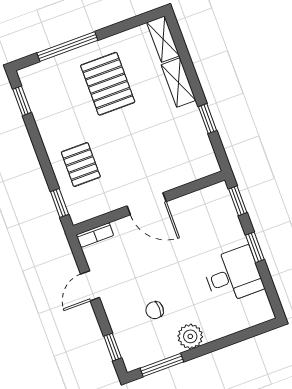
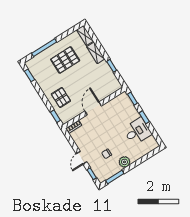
pallet: (108, 84) -> (65, 60), turned 90
door: (147, 204) -> (93, 108), swing flipped
door: (90, 286) -> (82, 158), moved

